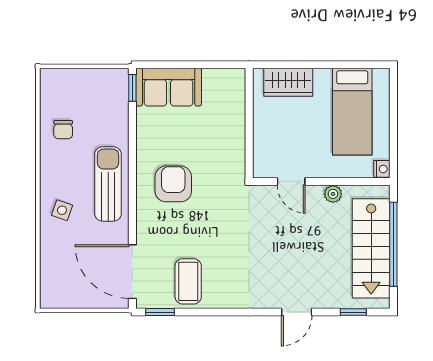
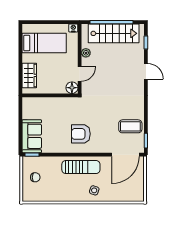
chair: (63, 130) -> (35, 177), moved
floor lamp: (264, 166) -> (72, 88), added
sun lounger: (108, 184) -> (81, 167), turned 180

